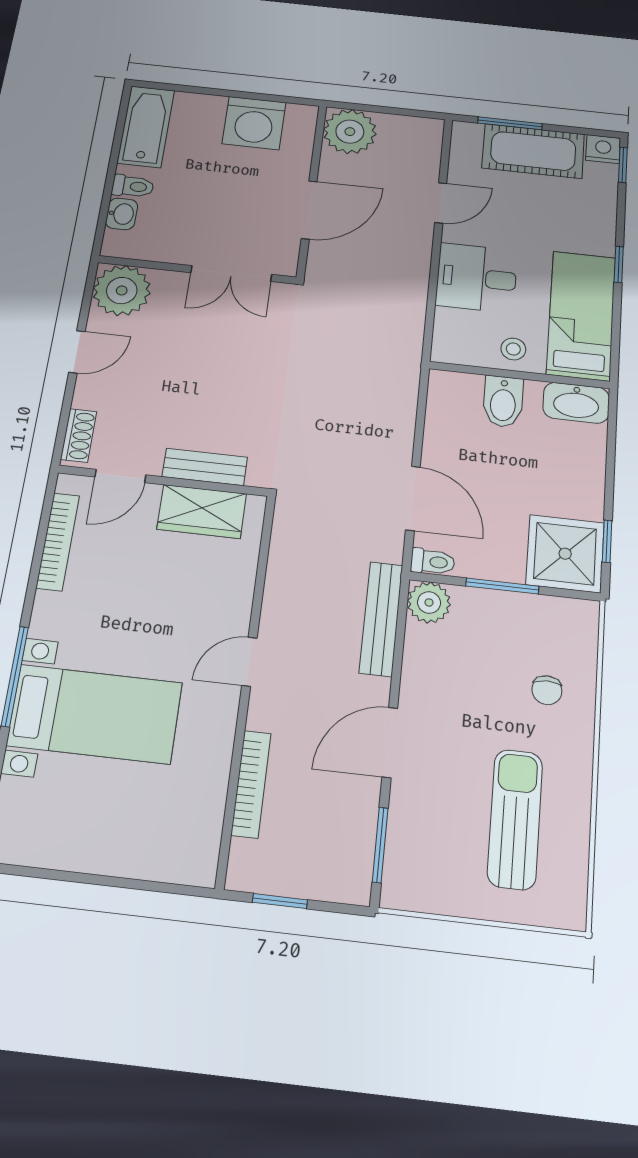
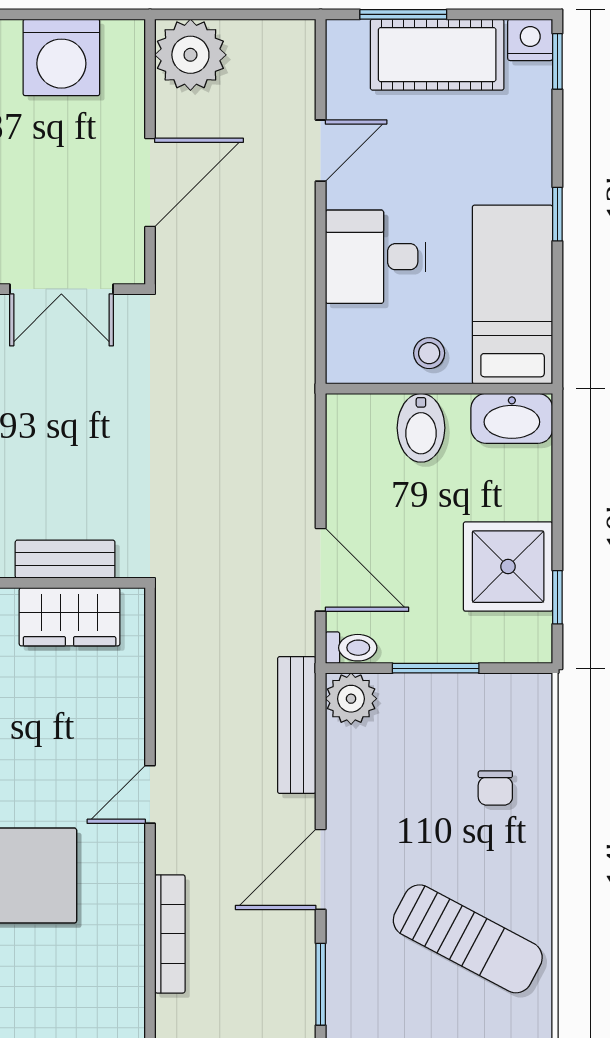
shower: (565, 554) -> (508, 567), moved
sun lounger: (515, 819) -> (468, 939), turned 118

